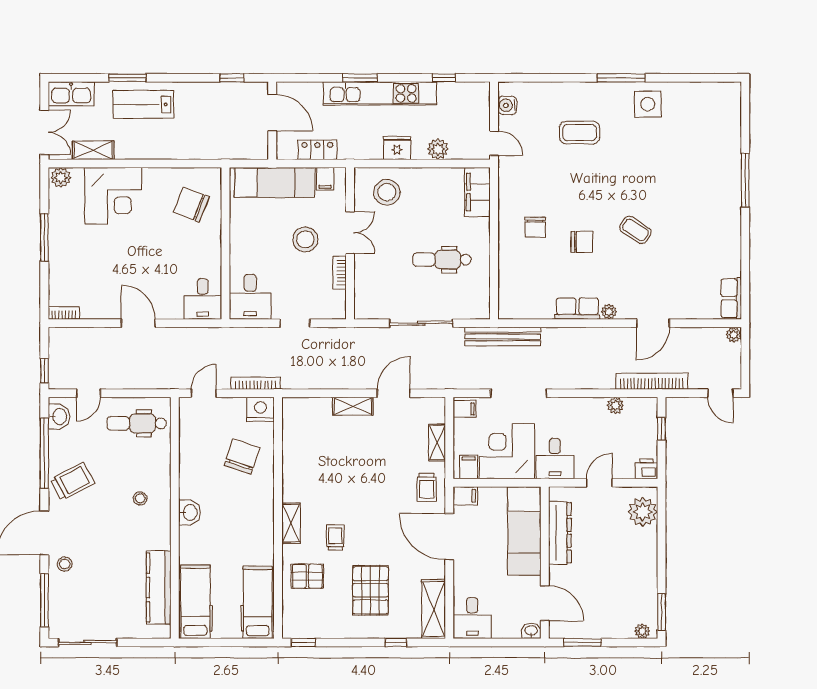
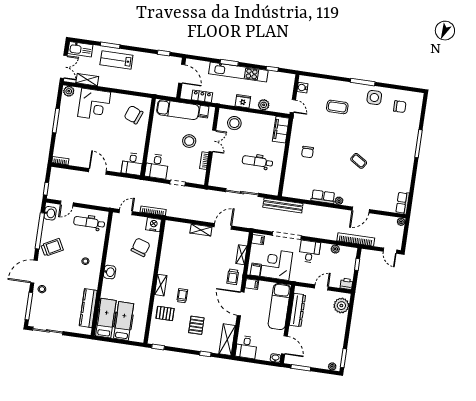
chair: (582, 242) -> (400, 107), moved
desk: (555, 459) -> (309, 252), moved, turned 180
pallet: (371, 590) -> (196, 325), width x0.67, depth x0.71
hospital bed: (258, 602) -> (124, 321), moved

